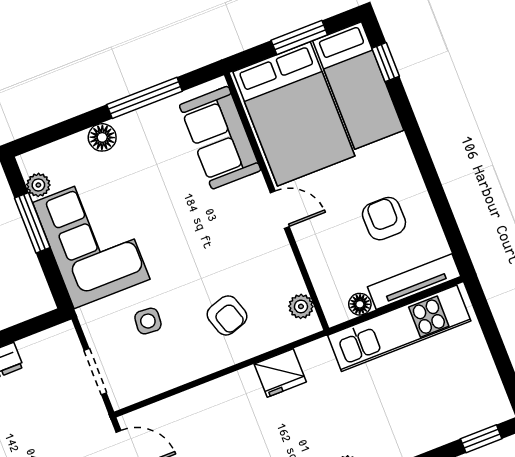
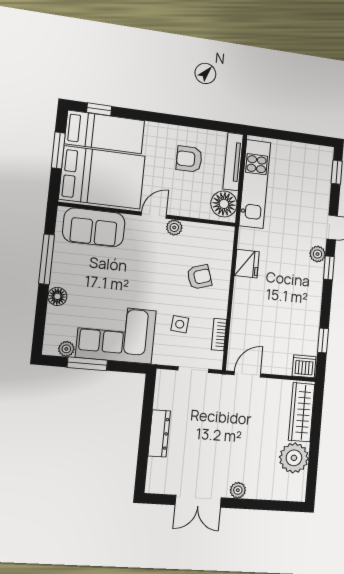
floor lamp: (360, 304) -> (224, 204), width x1.89, depth x1.89
plant: (301, 306) -> (174, 227), moved
bookcase: (161, 383) -> (219, 335), added

